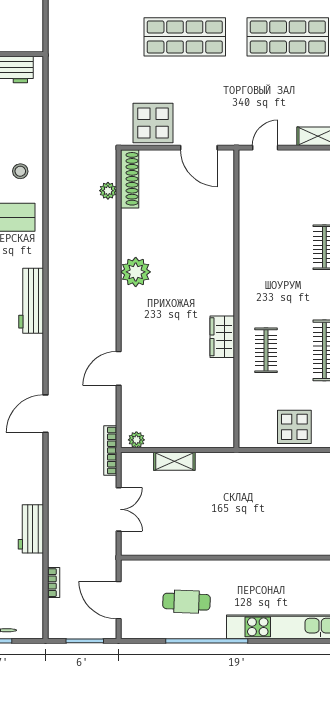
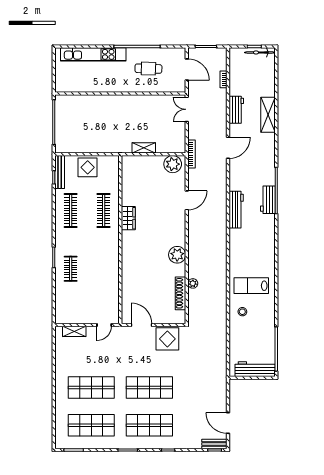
shoe rack: (130, 179) -> (181, 293), moved
plant: (108, 191) -> (193, 283), moved
workbench: (31, 301) -> (236, 210), moved
clothes rail: (266, 350) -> (104, 211), width x1.36
door: (46, 414) -> (228, 148), moved
plant: (136, 440) -> (173, 164), width x1.87, depth x1.87
shelving: (174, 461) -> (144, 148), moved
double door: (119, 509) -> (187, 109), moved

